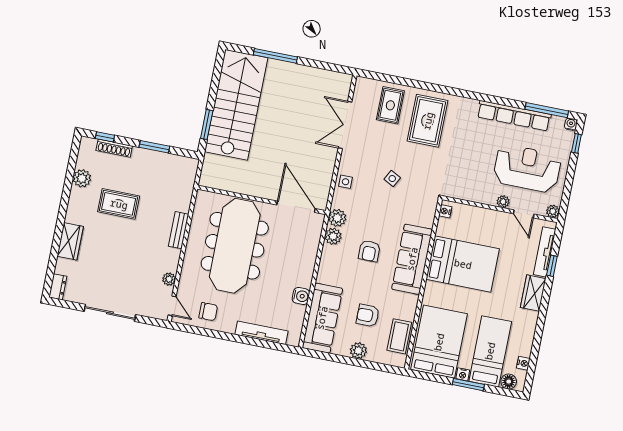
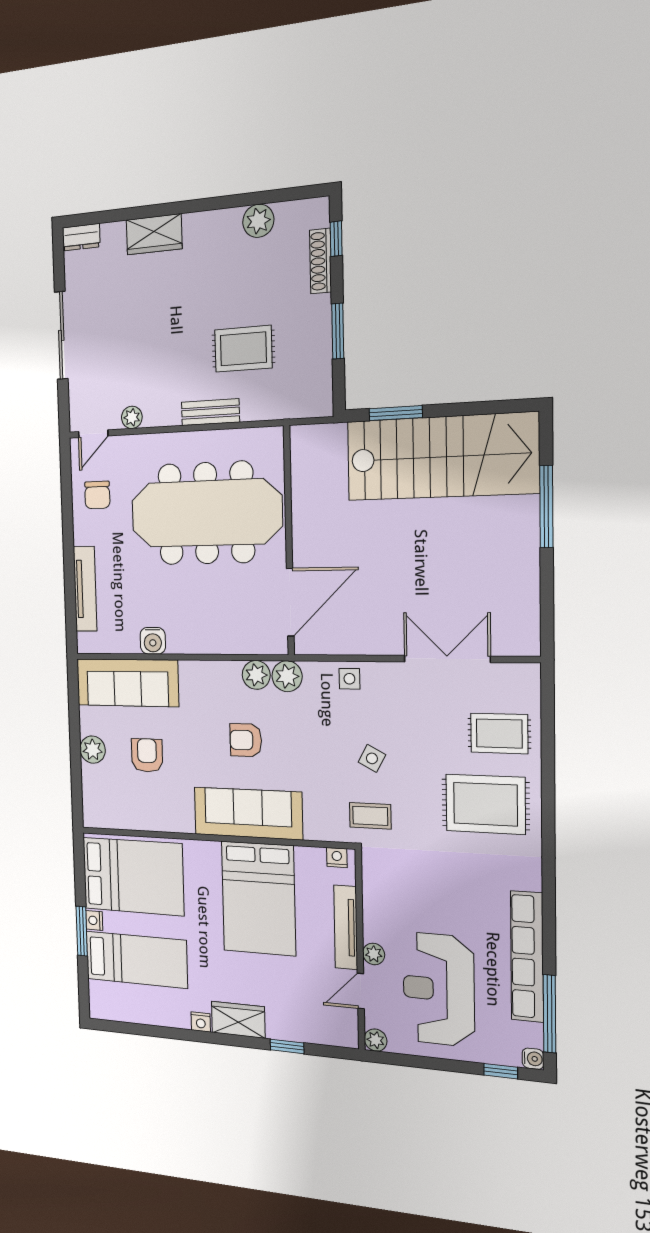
reception desk: (527, 168) -> (439, 989), turned 180
rug: (119, 204) -> (243, 349), moved, turned 90
tv unit: (545, 252) -> (346, 927), moved, turned -90
coffee table: (399, 336) -> (370, 816), moved, width x0.73, depth x0.77
nightstand: (523, 363) -> (201, 1022), moved
floor lamp: (509, 382) -> (100, 994), removed

